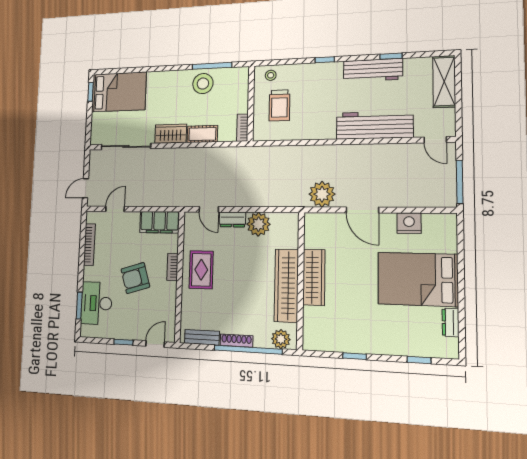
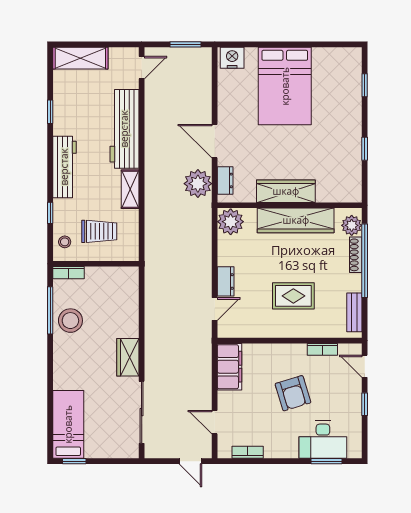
window: (325, 60) -> (50, 213), moved
workbench: (373, 70) -> (64, 167), moved
bed: (119, 92) -> (68, 424), width x0.67
bookcase: (242, 128) -> (68, 273), moved
shelving: (317, 132) -> (130, 189), added
cot: (202, 134) -> (129, 319), removed
window: (460, 182) -> (186, 44), width x0.69
door: (362, 210) -> (215, 141), swing flipped
nightstand: (409, 223) -> (232, 58), moved, turned 90
plant: (258, 224) -> (231, 222), moved
bookcase: (89, 245) -> (248, 452), width x0.64
bookcase: (172, 267) -> (322, 349), moved
rug: (201, 270) -> (293, 296), moved
dresser: (451, 322) -> (225, 180), moved, turned -90
shoe rack: (236, 341) -> (356, 255), moved

